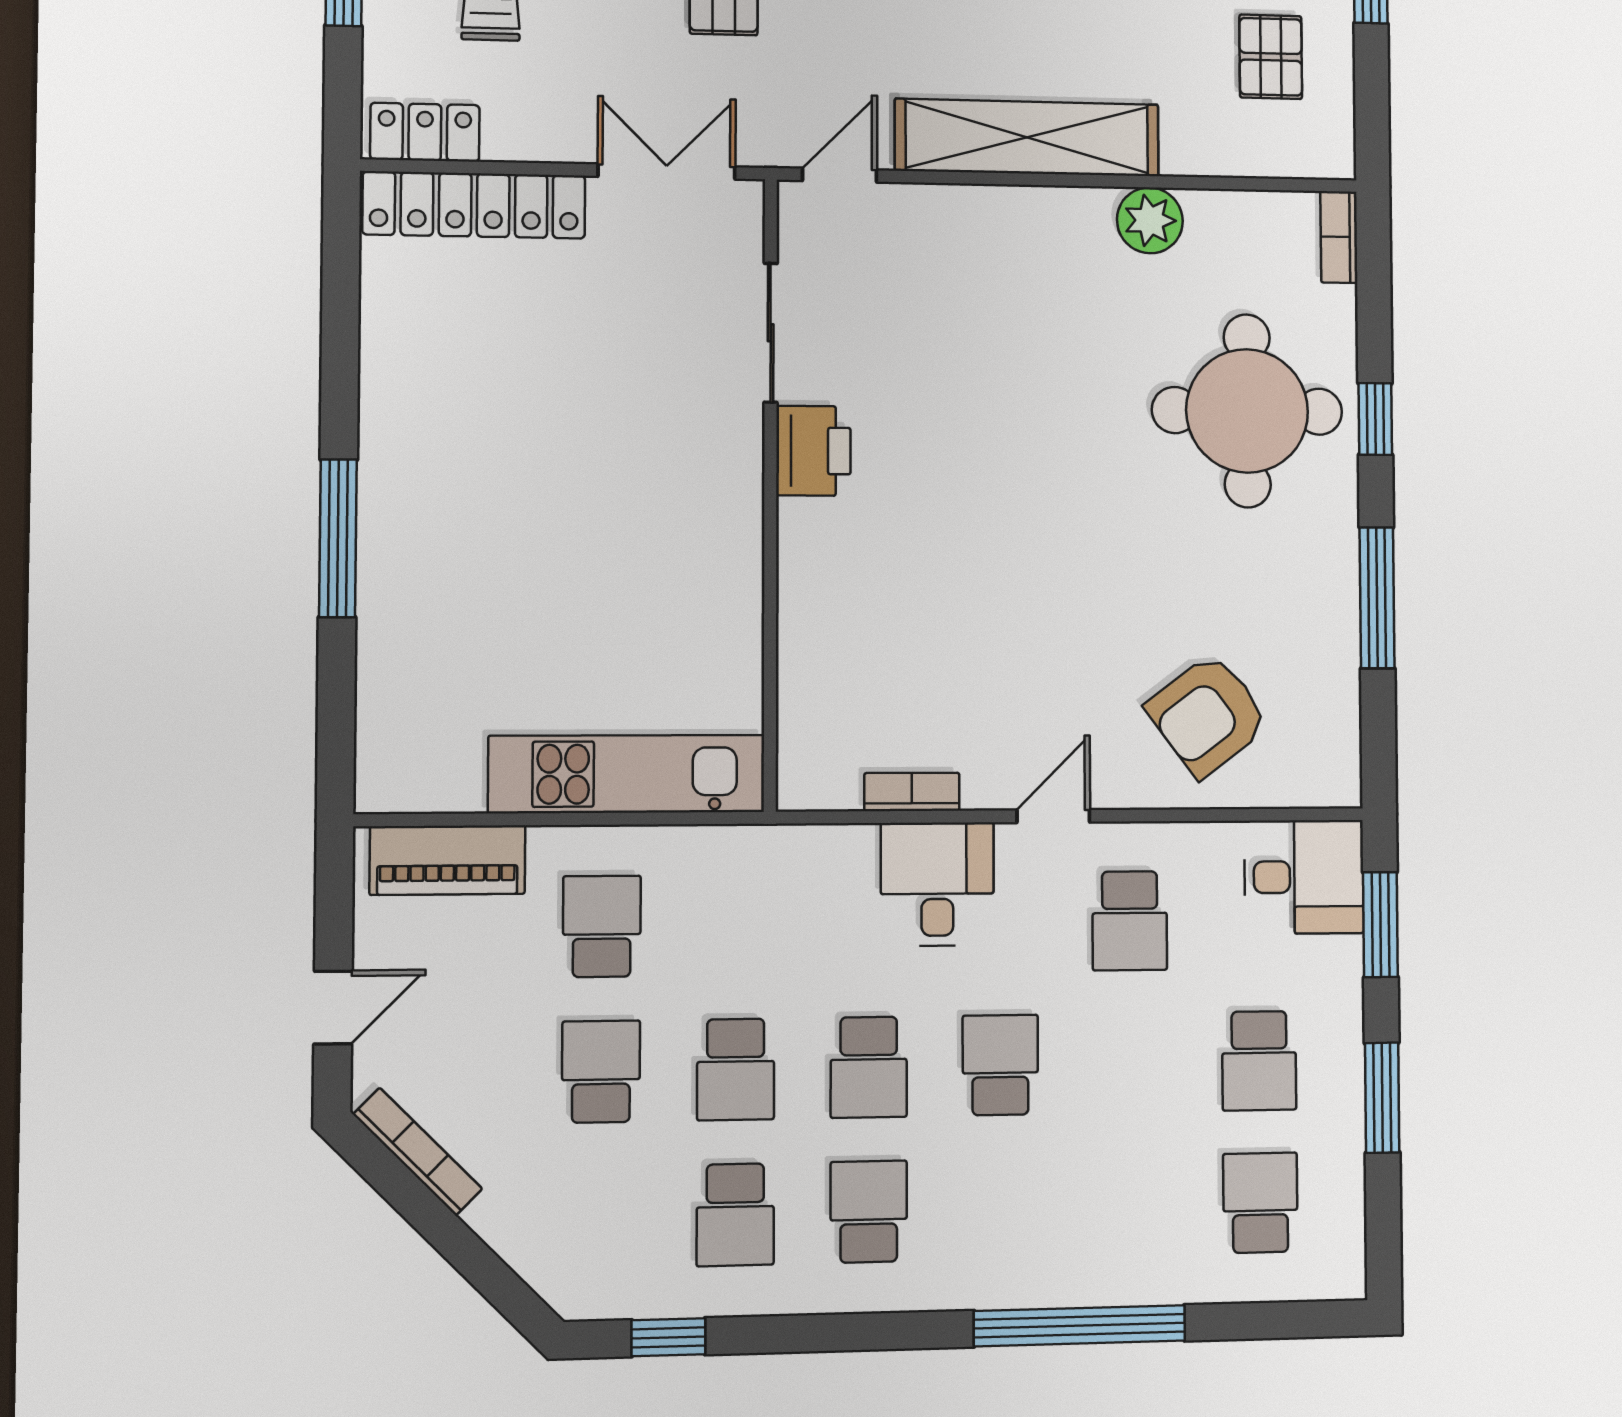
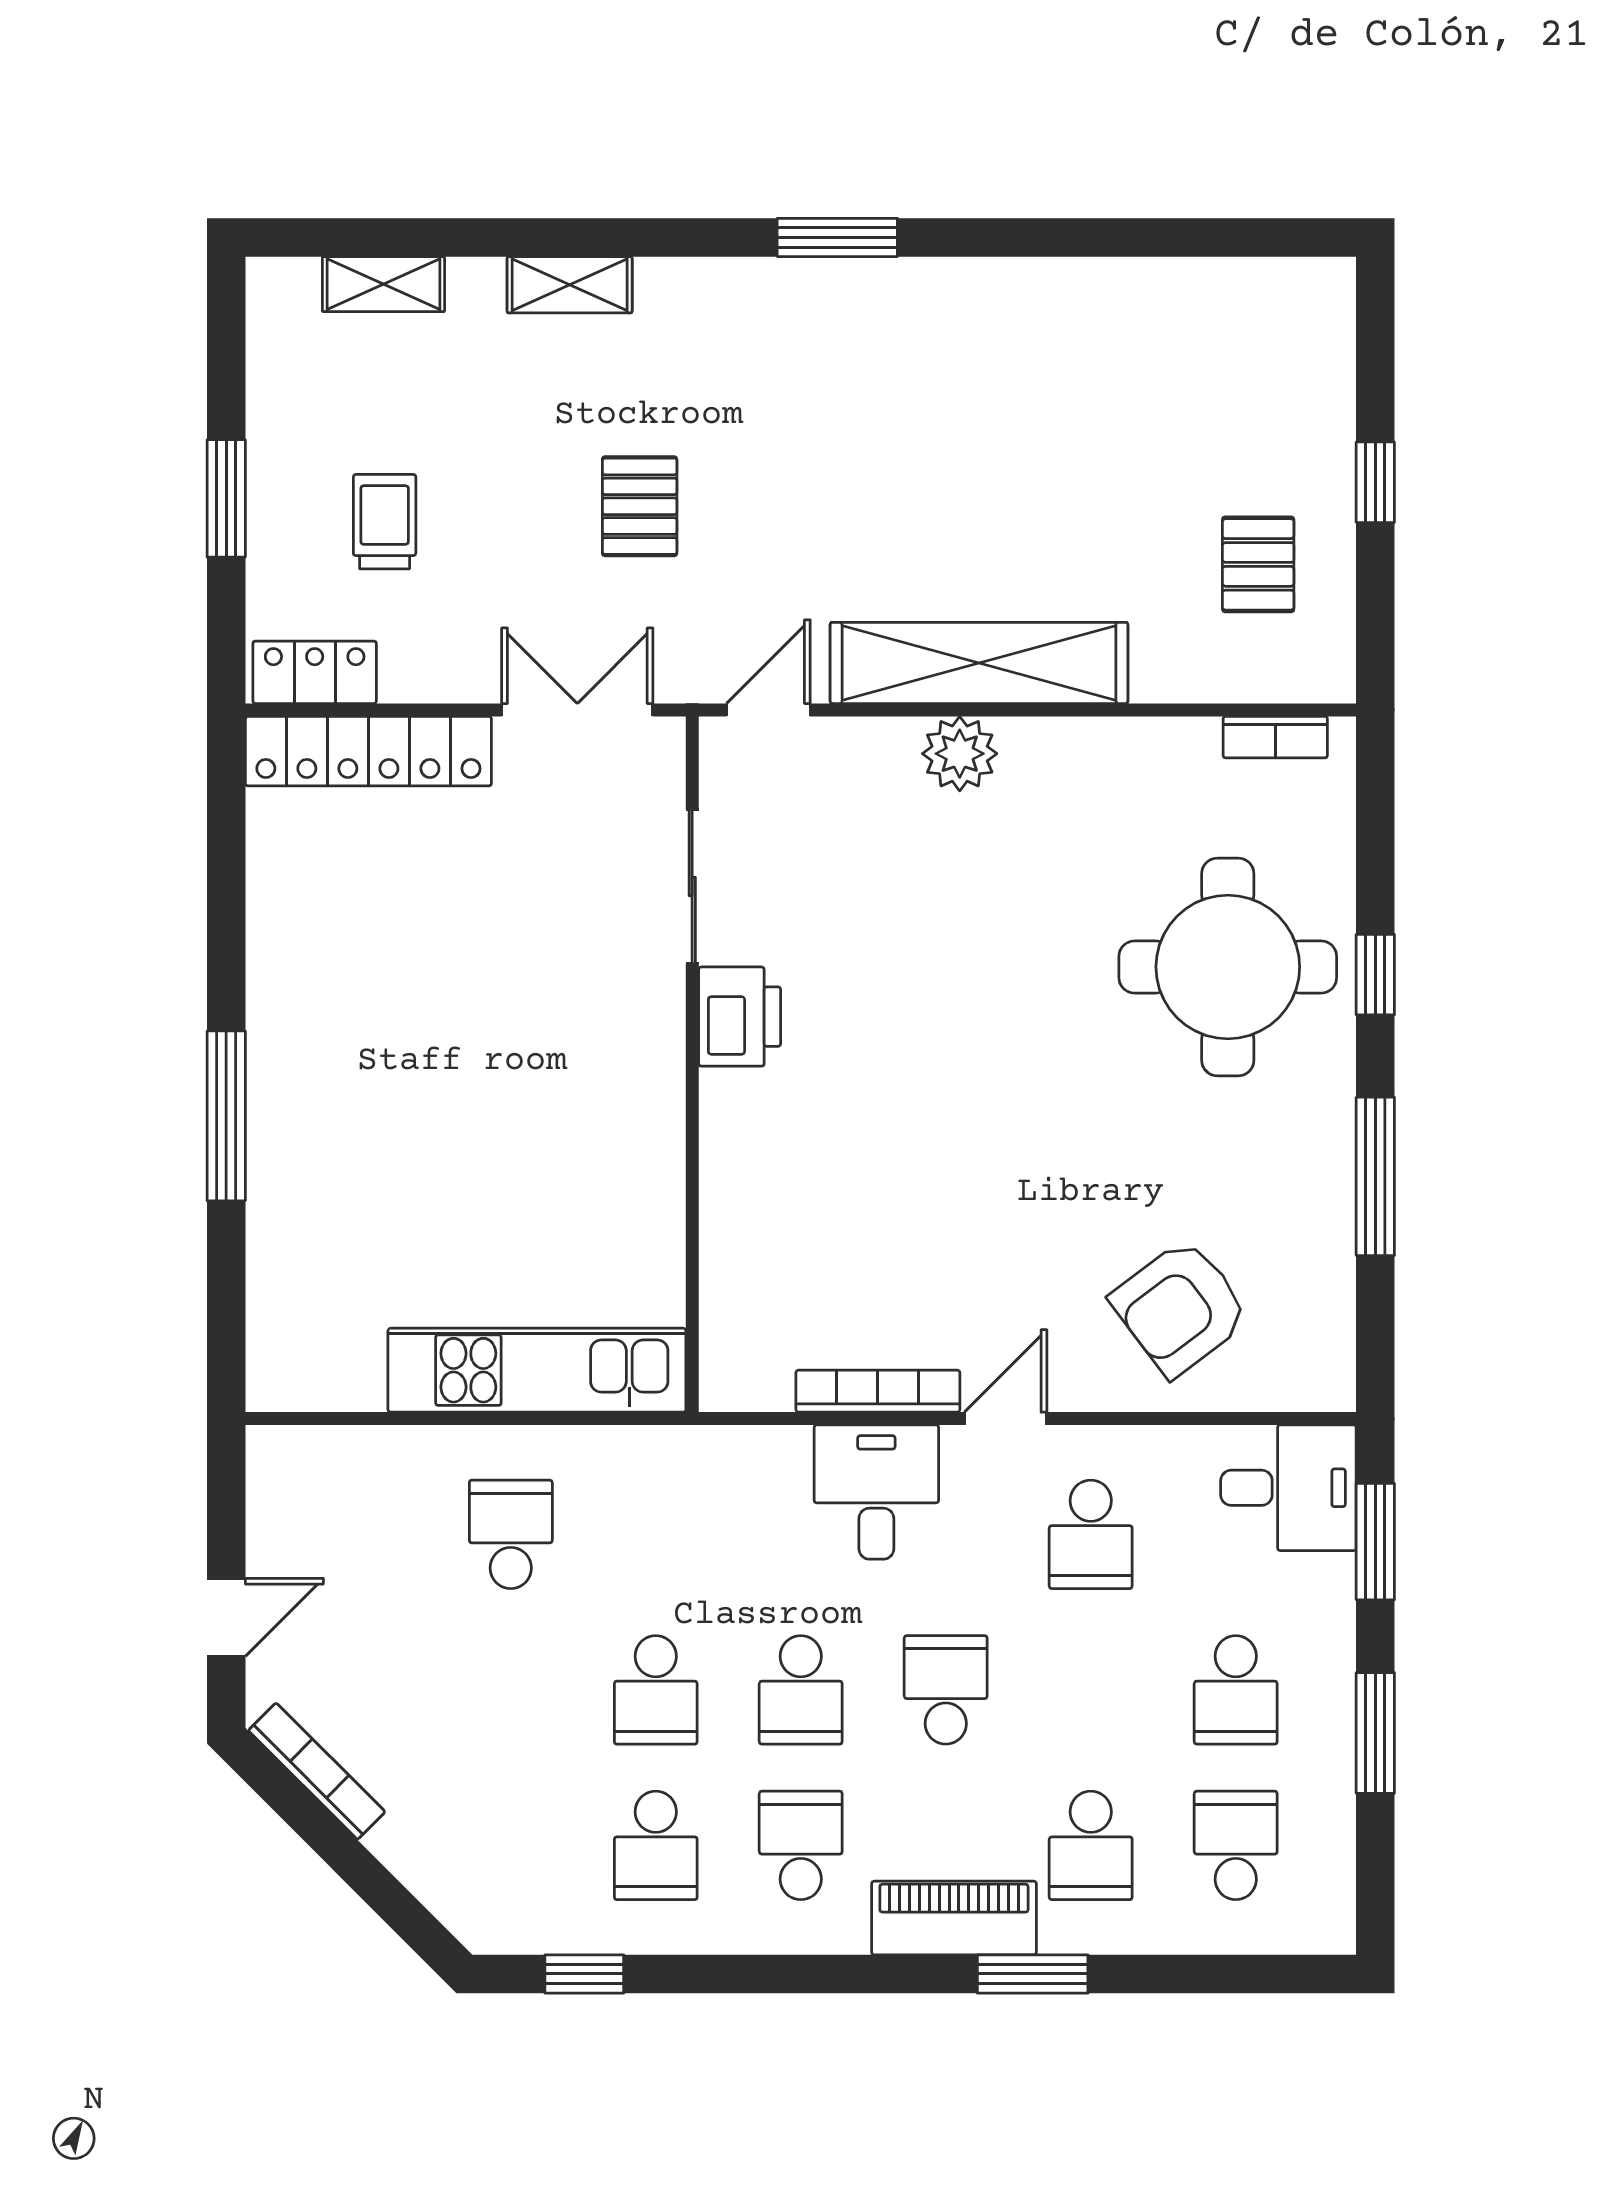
plant: (1150, 220) -> (960, 754), moved
bookcase: (1339, 237) -> (1275, 737), moved, turned -90
bookcase: (912, 792) -> (878, 1391), width x1.56
piano: (448, 860) -> (954, 1918), moved, turned 180
school desk: (601, 1072) -> (1091, 1845), moved, turned 180
window: (1080, 1326) -> (1033, 1974), width x0.47

